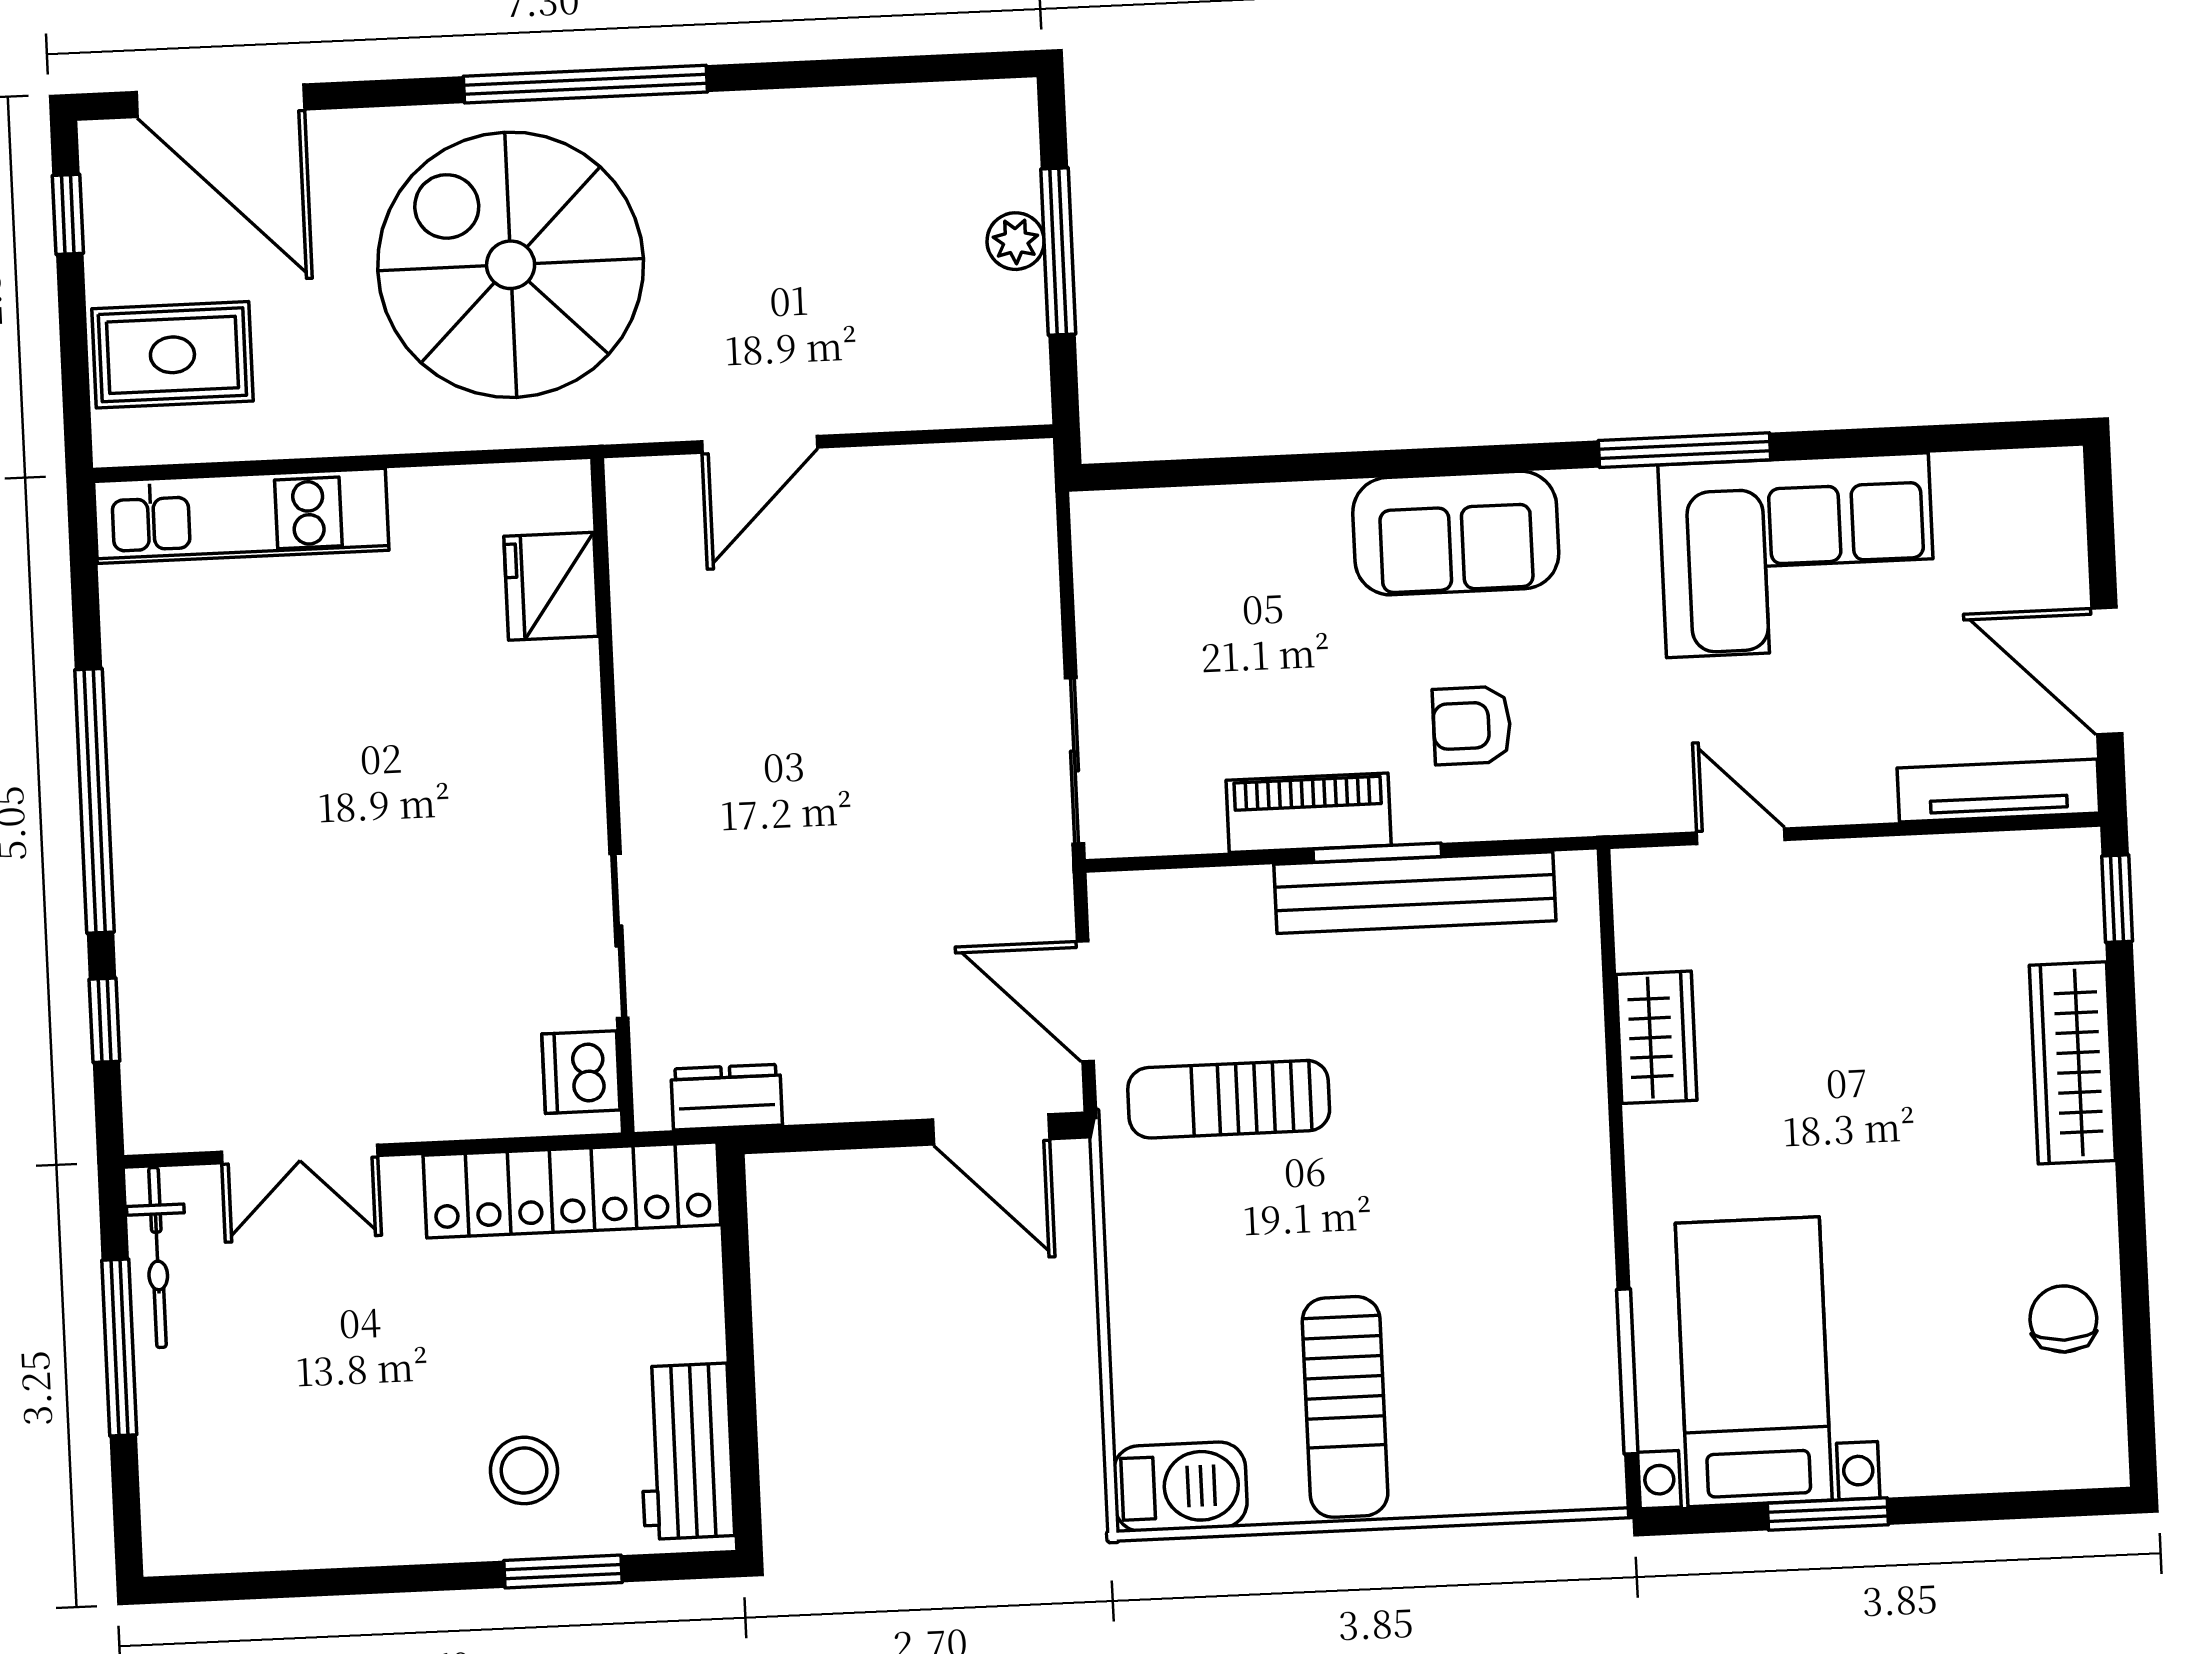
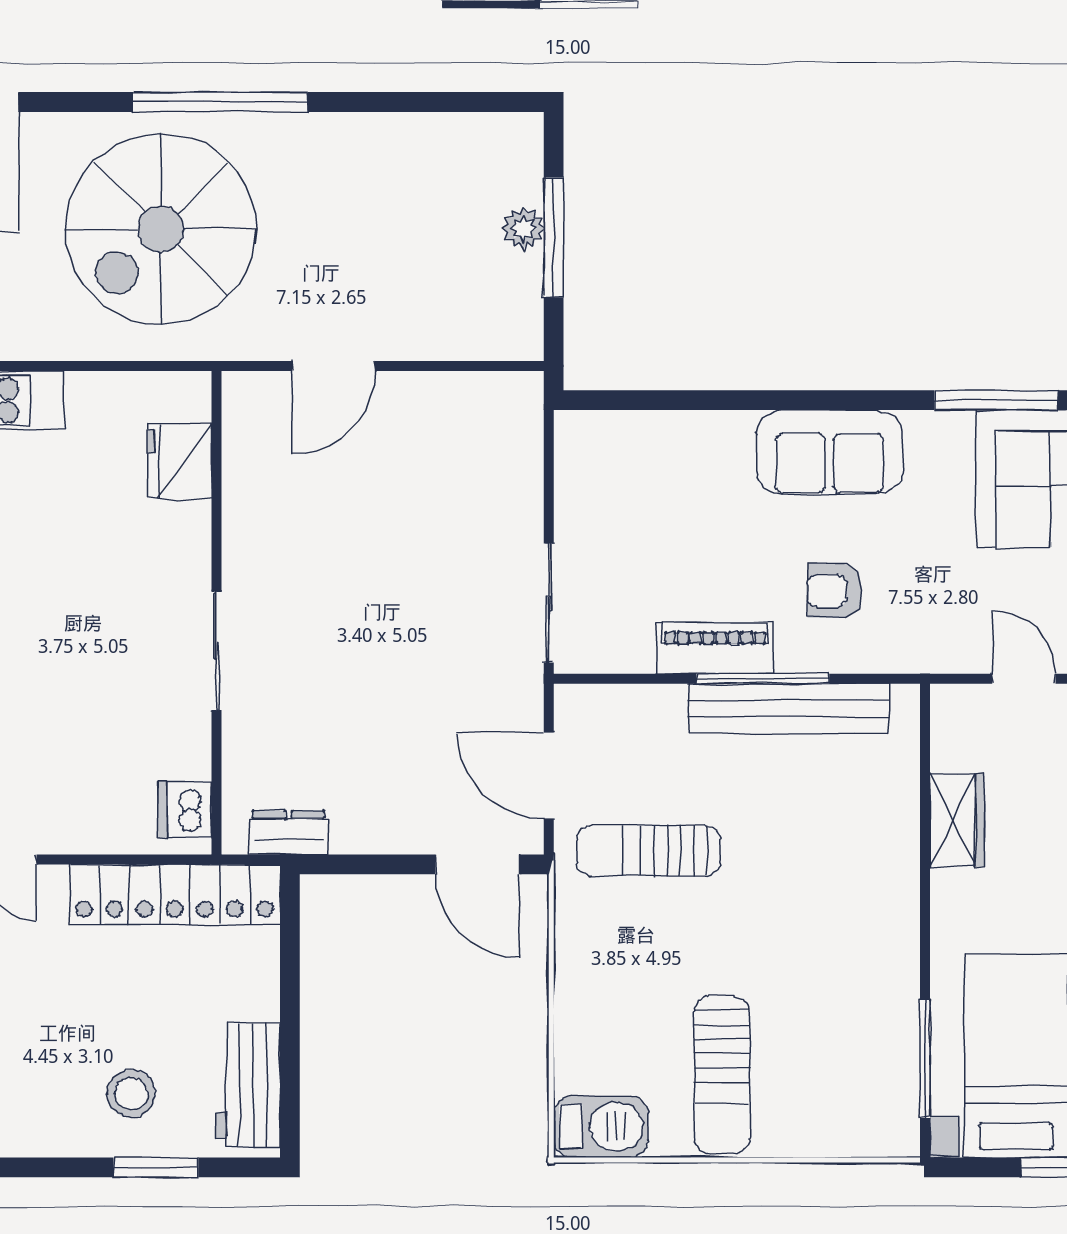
spiral stairs: (511, 265) -> (161, 229), turned -90
window: (1377, 853) -> (763, 679), width x1.44
sliding door: (619, 936) -> (216, 651), moved

